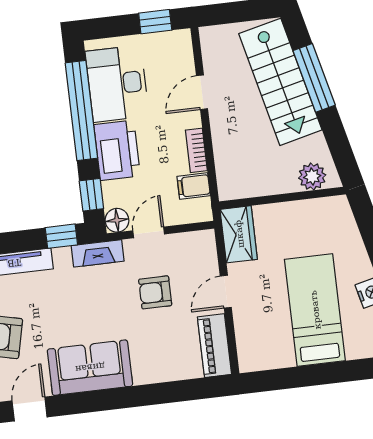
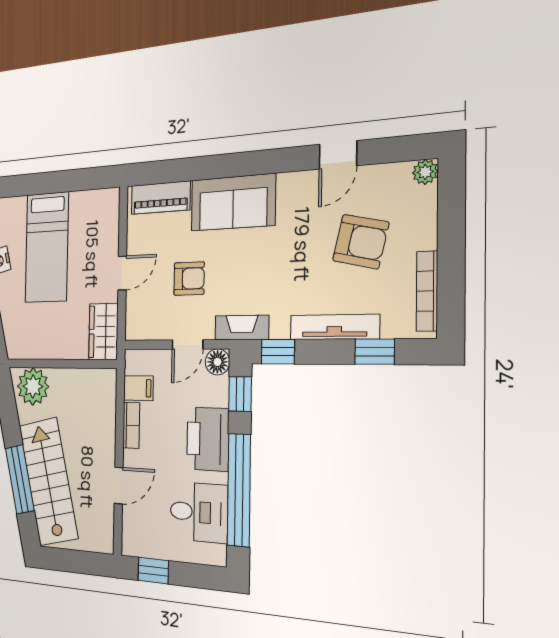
desk: (117, 84) -> (199, 512), width x0.73
plant: (312, 176) -> (33, 386), width x1.36, depth x1.36
piano: (214, 346) -> (161, 198), moved, turned 90
sofa: (90, 368) -> (233, 202), moved

